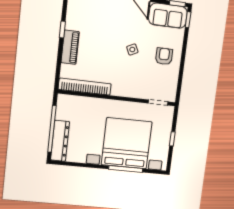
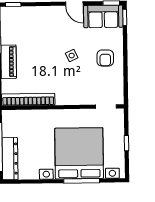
armchair: (164, 56) -> (105, 58), turned 180

